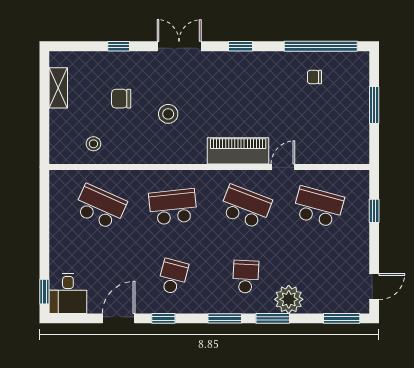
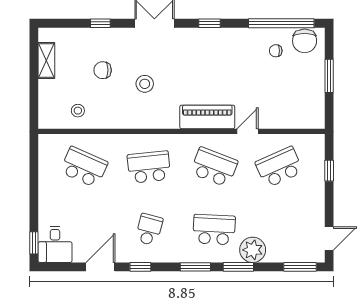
chair: (347, 66) -> (305, 41), added
school desk: (318, 207) -> (279, 167), turned -39
school desk: (246, 277) -> (214, 230), width x1.85

